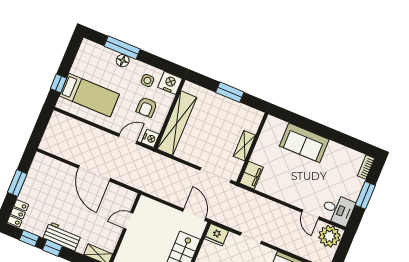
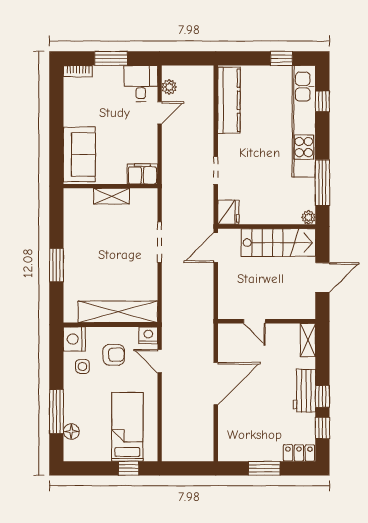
floor lamp: (123, 61) -> (71, 431), moved
shelving: (244, 146) -> (112, 196), moved
wall: (252, 148) -> (110, 186), moved
filing cabinet: (251, 175) -> (142, 174), moved
plant: (329, 236) -> (169, 87), width x0.53, depth x0.53

